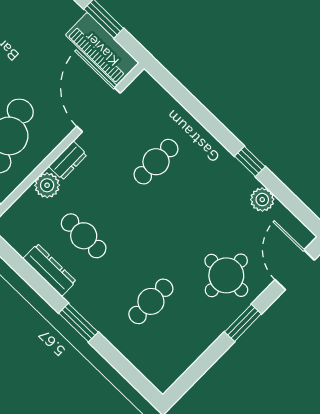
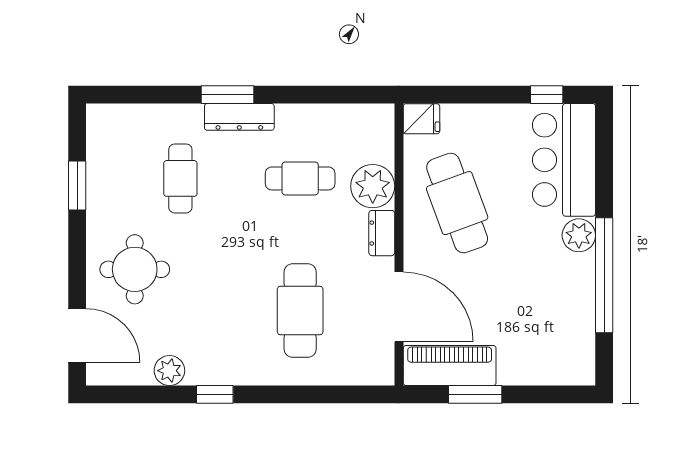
cafe table: (156, 162) -> (300, 310), width x1.37, depth x1.35
plant: (47, 185) -> (373, 186), width x1.36, depth x1.36
dresser: (50, 270) -> (239, 117), moved
window: (243, 323) -> (77, 185), moved

